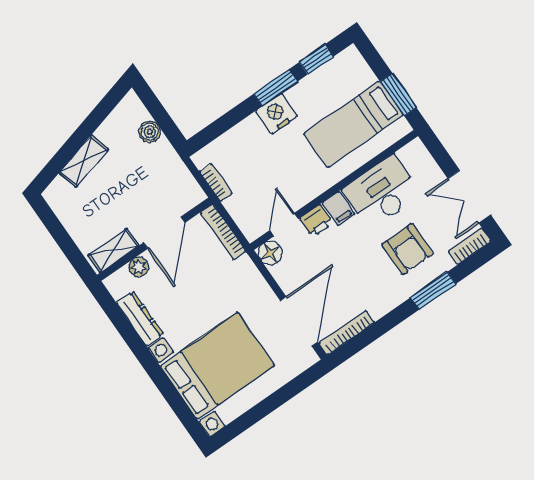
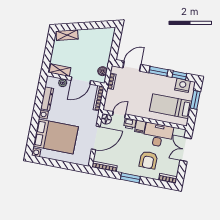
window: (398, 95) -> (195, 100), moved
nightstand: (276, 113) -> (183, 85), moved
door: (223, 124) -> (132, 66), added
boiler: (150, 132) -> (102, 71), moved
shelving: (84, 161) -> (67, 35), moved
double door: (469, 197) -> (186, 150), moved
window: (433, 291) -> (130, 178), moved
door: (299, 321) -> (96, 138), moved

